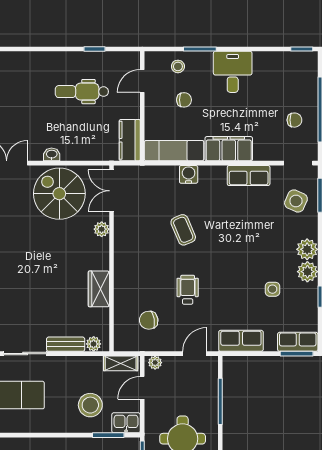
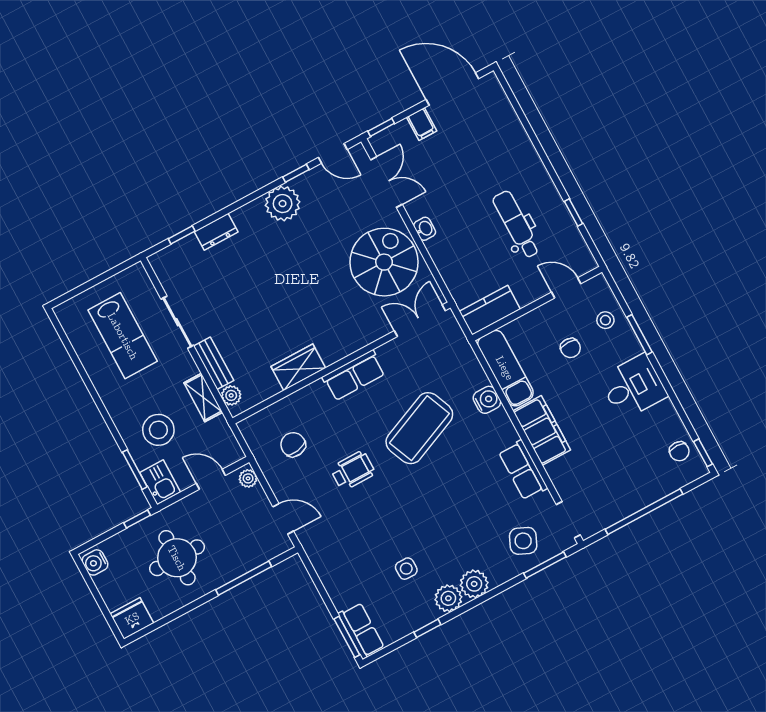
chair: (294, 120) -> (679, 451), moved
plant: (102, 229) -> (369, 333), removed
coffee table: (183, 230) -> (419, 428), width x1.86, depth x1.72
row of seats: (241, 341) -> (354, 375), moved, turned 90
shelving: (121, 363) -> (203, 397), moved

